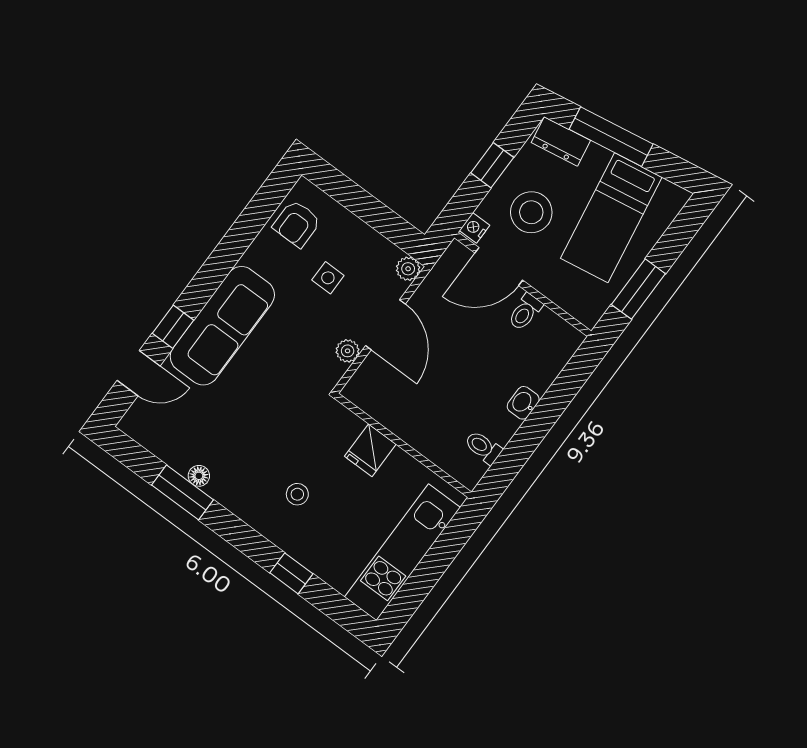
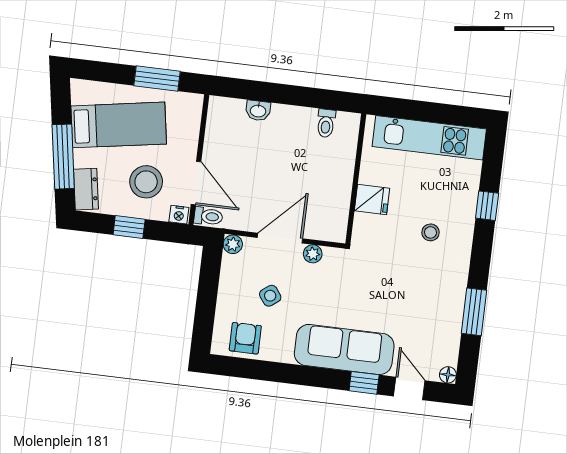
armchair: (297, 224) -> (245, 338), turned -90
side table: (328, 278) -> (270, 296), turned -37
toilet: (525, 312) -> (208, 216), moved
washbasin: (523, 403) -> (258, 111), moved
floor lamp: (199, 476) -> (448, 375), moved

